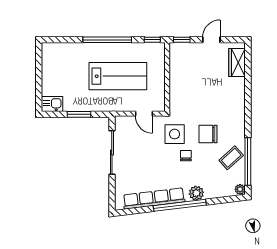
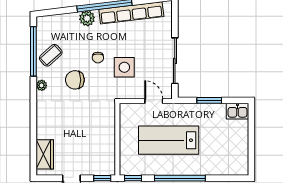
door: (144, 114) -> (154, 101), moved
side table: (175, 134) -> (124, 67), moved
chair: (208, 134) -> (75, 80), turned 180
plant: (240, 189) -> (42, 85), moved

